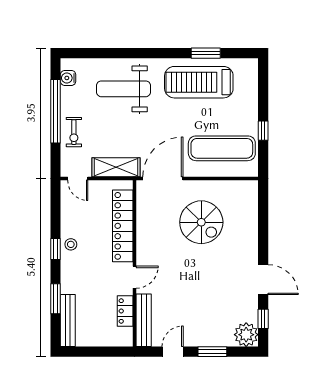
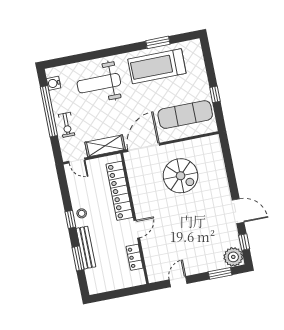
bench: (144, 320) -> (151, 262), removed
bench: (68, 321) -> (86, 248), moved
window: (212, 352) -> (220, 273), moved

